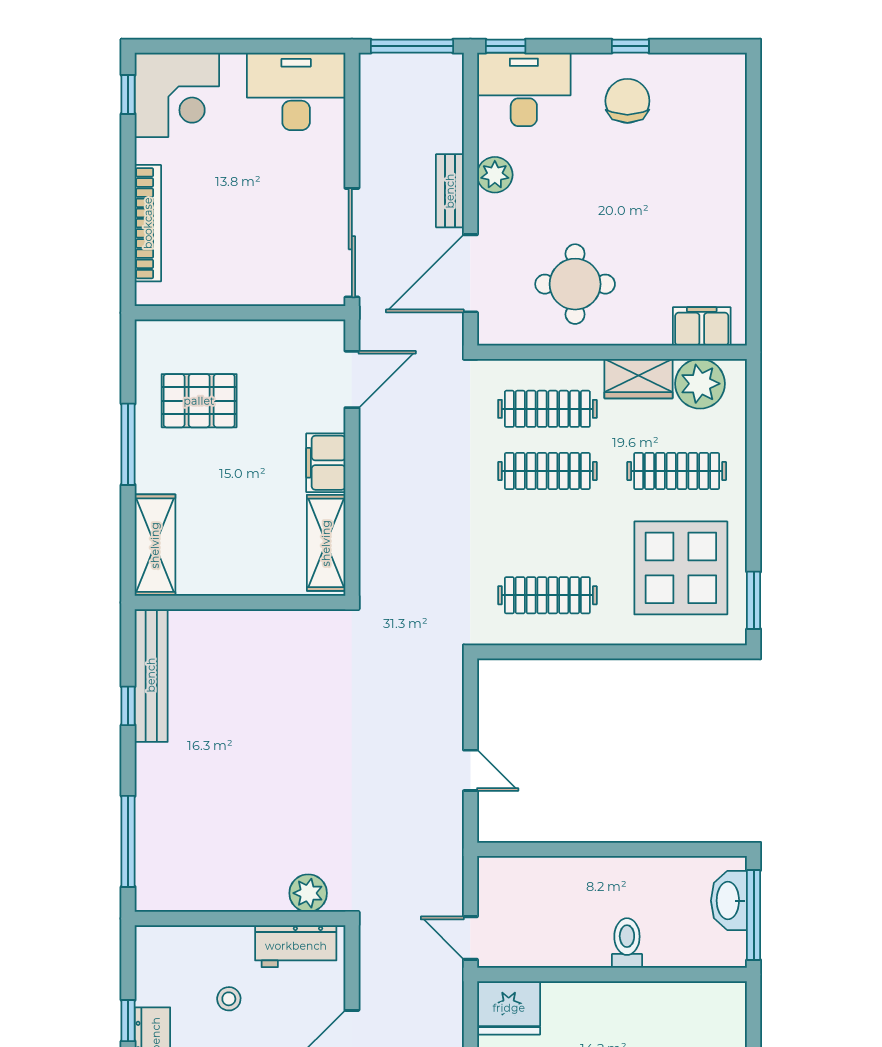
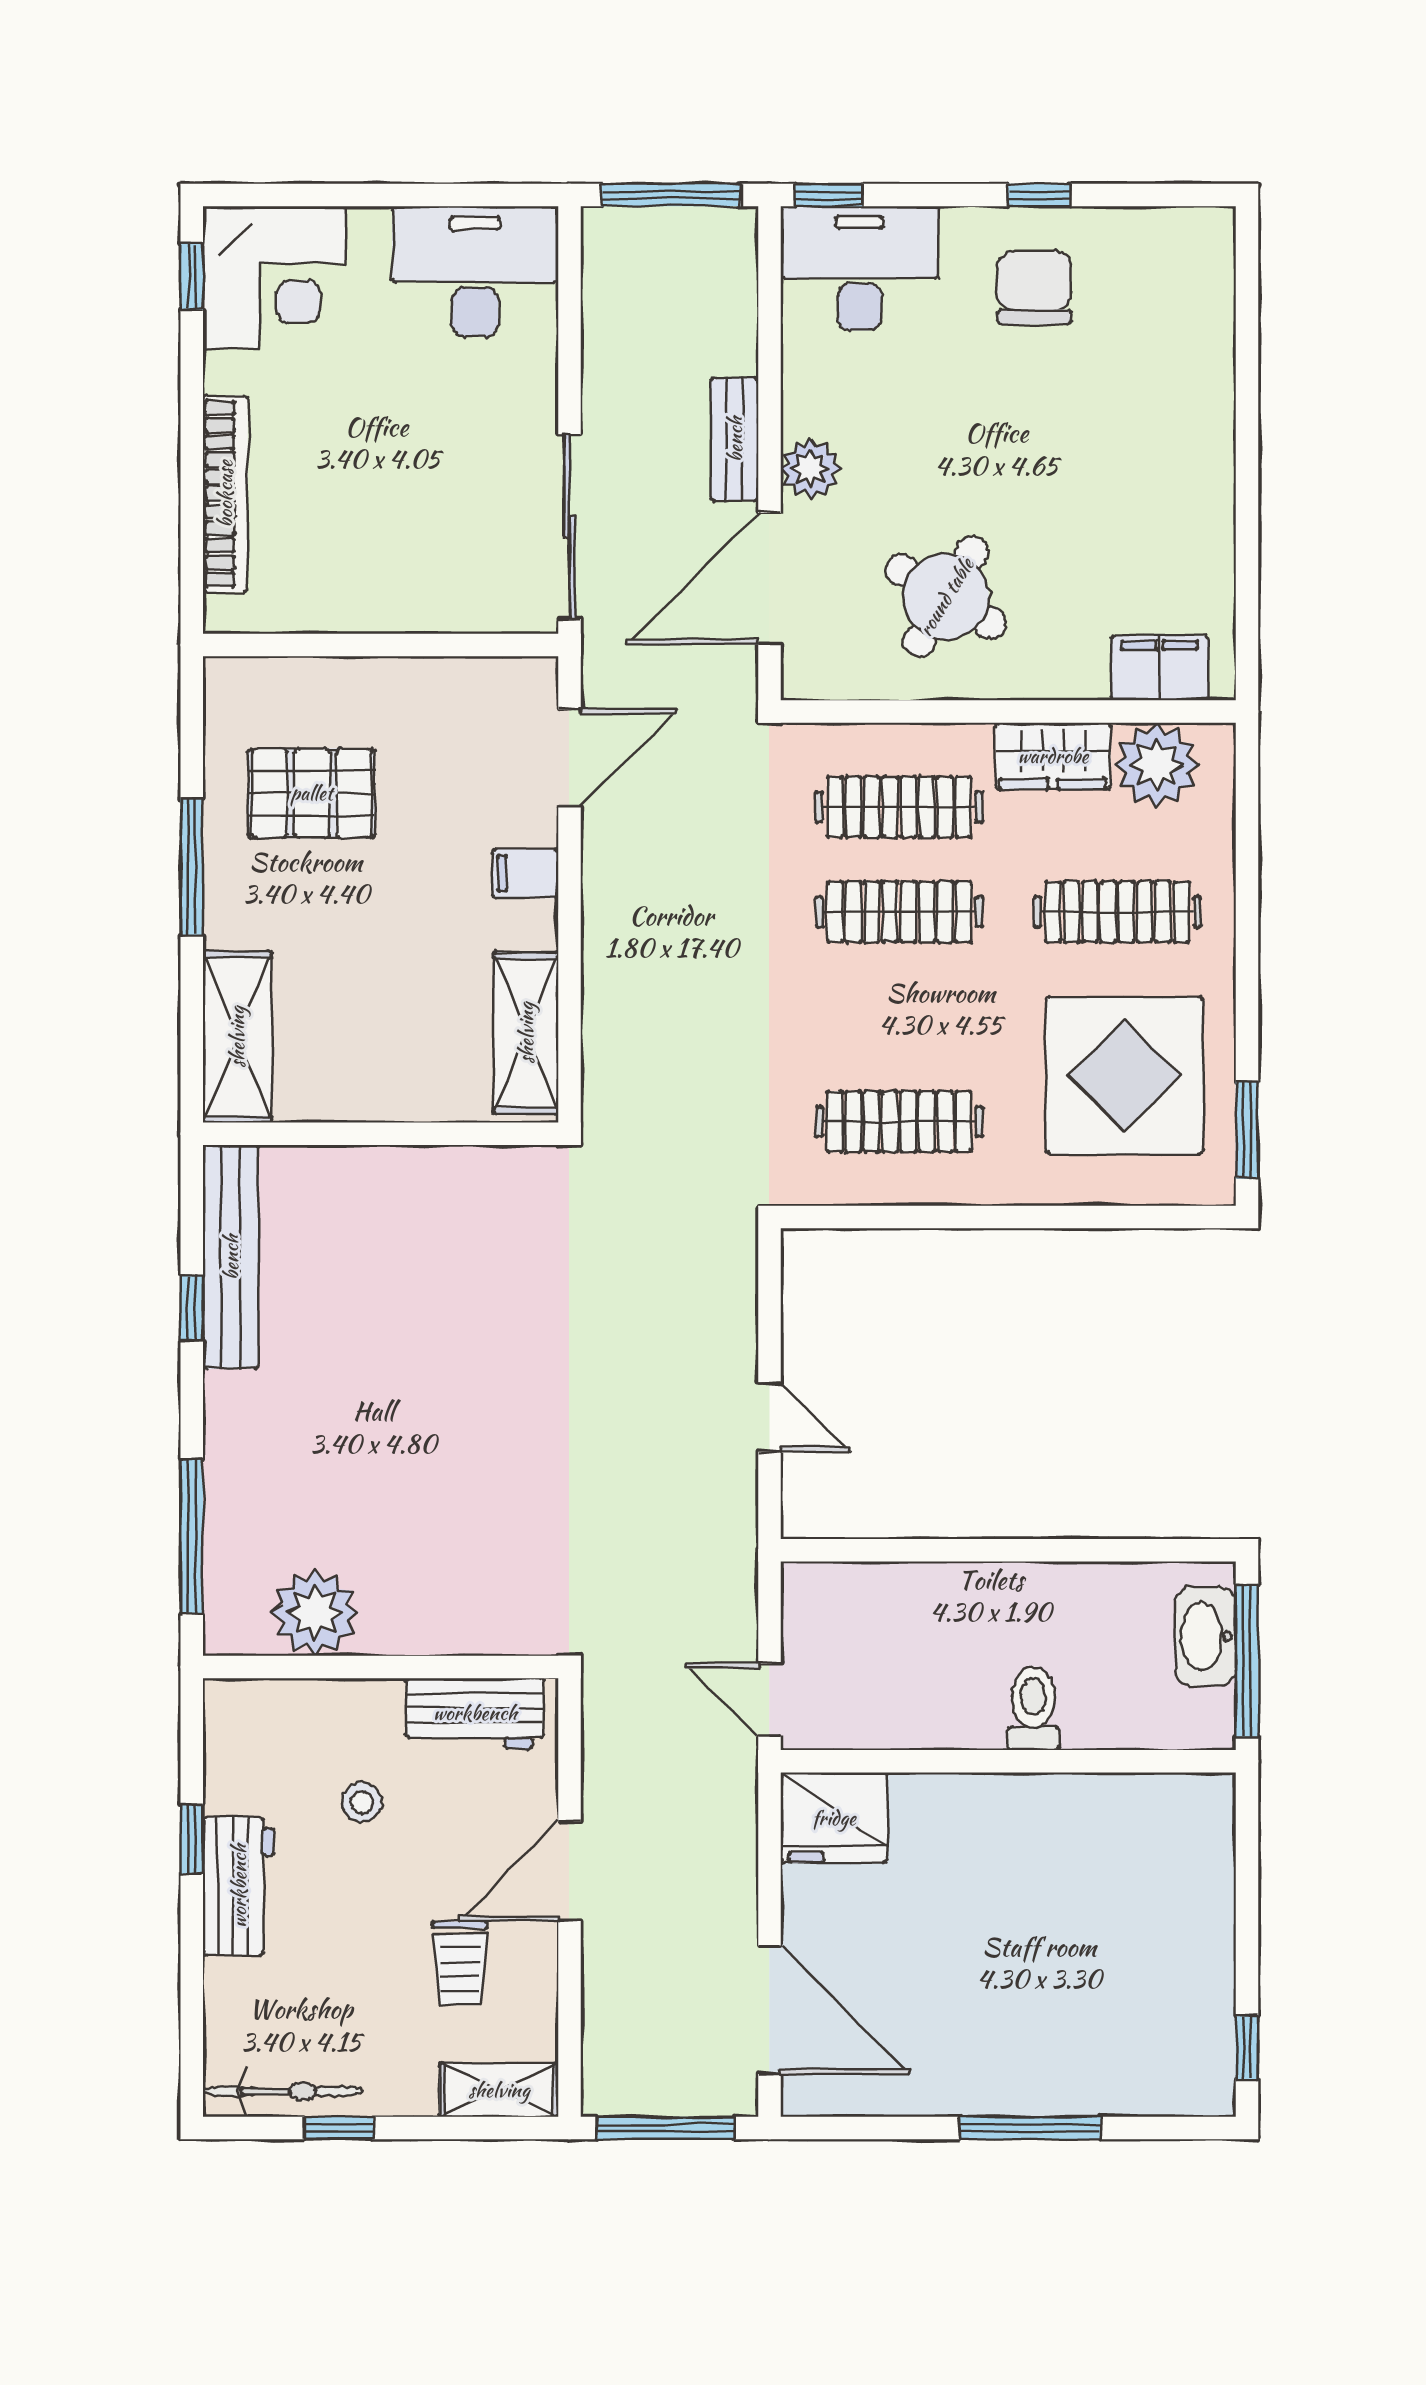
plant: (495, 175) -> (810, 469), moved
round table: (575, 284) -> (946, 597), turned 31
filing cabinet: (326, 463) -> (525, 873), width x0.50
plant: (308, 893) -> (315, 1613), moved, width x1.36, depth x1.36

